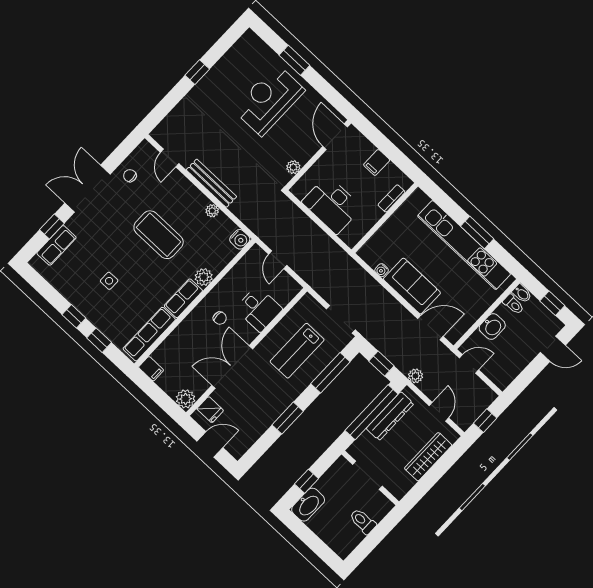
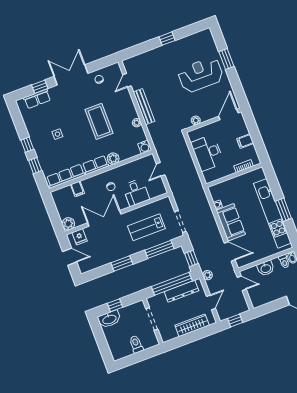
filing cabinet: (151, 369) -> (77, 189), moved

